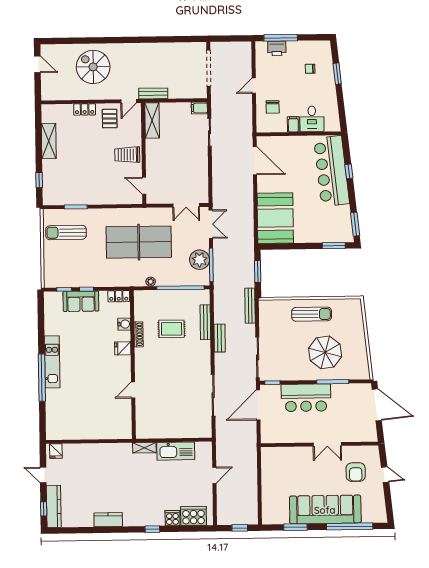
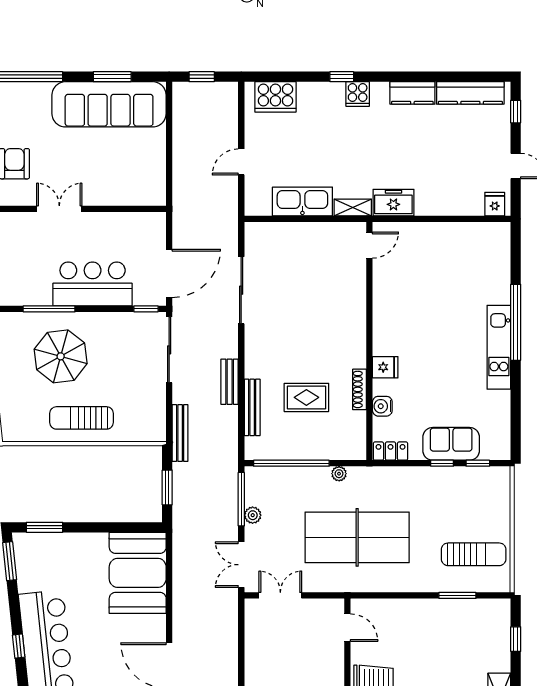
plant: (200, 260) -> (253, 515), width x0.53, depth x0.53
door: (133, 390) -> (369, 245), moved
freezer: (119, 451) -> (393, 203), added
kitchen counter: (54, 506) -> (470, 93), moved, turned -90
sofa: (325, 510) -> (109, 104), moved
cooker: (172, 518) -> (358, 94), moved

